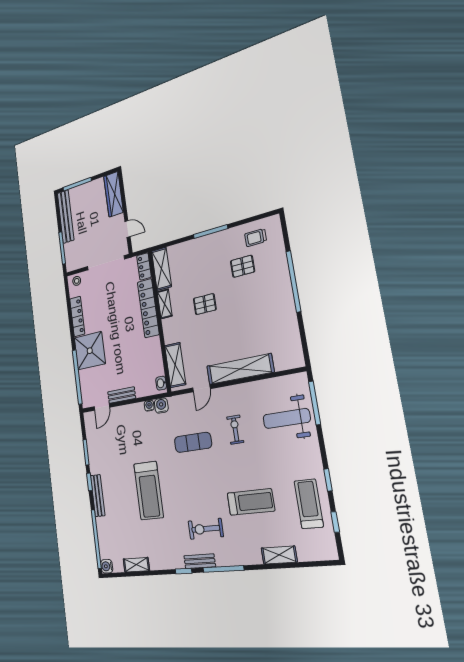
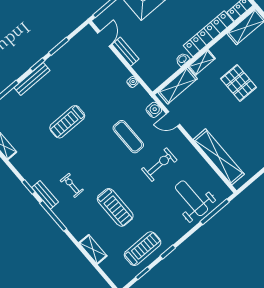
shelving: (165, 304) -> (202, 63), moved
pallet: (205, 304) -> (238, 83), width x1.50, depth x1.42
shelving: (240, 369) -> (219, 157), moved
washbasin: (161, 383) -> (183, 59), moved
water cooler: (161, 406) -> (154, 110), moved
door: (102, 407) -> (104, 39), swing flipped
exercise bike: (235, 430) -> (159, 165), width x1.38, depth x1.39
treadmill: (149, 491) -> (67, 122), width x0.73, depth x0.73
exercise bike: (206, 529) -> (72, 185), width x0.73, depth x0.72

